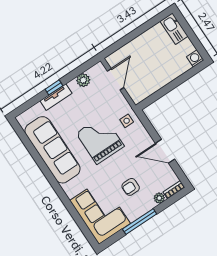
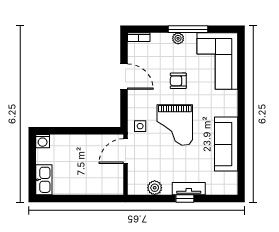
door: (116, 79) -> (125, 151), moved
sofa: (52, 150) -> (226, 144), width x0.74, depth x0.79
armchair: (131, 187) -> (178, 81), moved, turned 180
plant: (159, 198) -> (178, 38), moved

